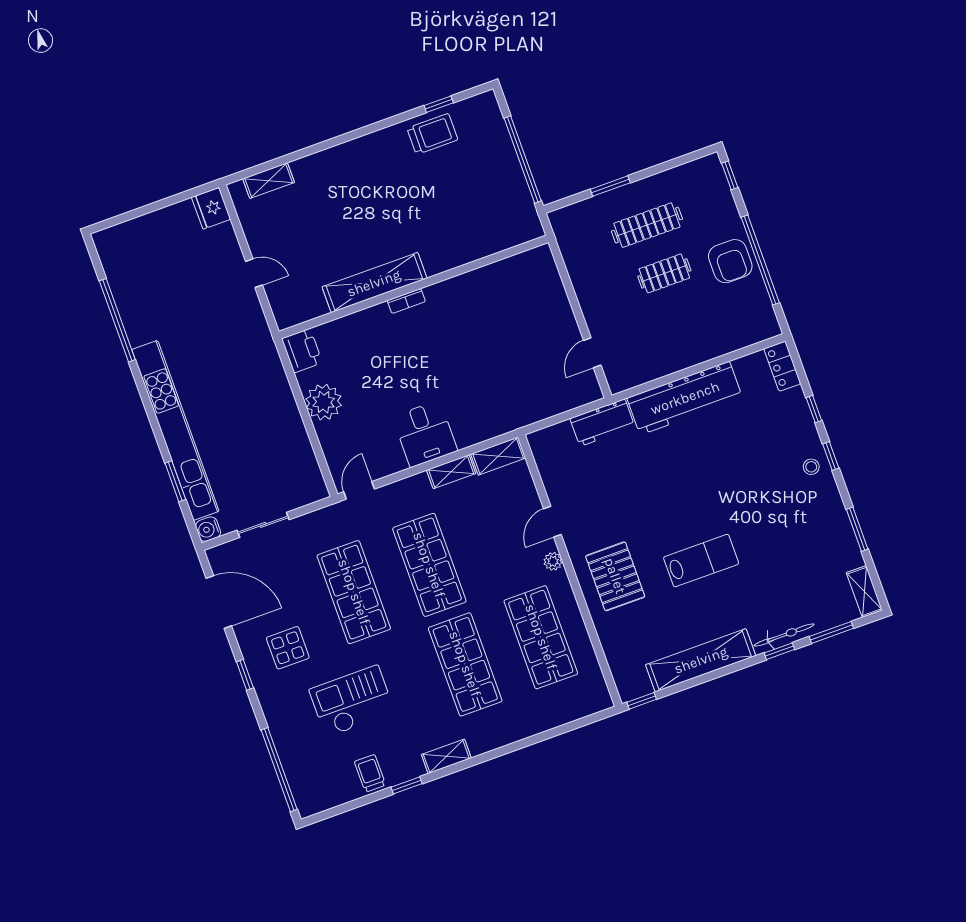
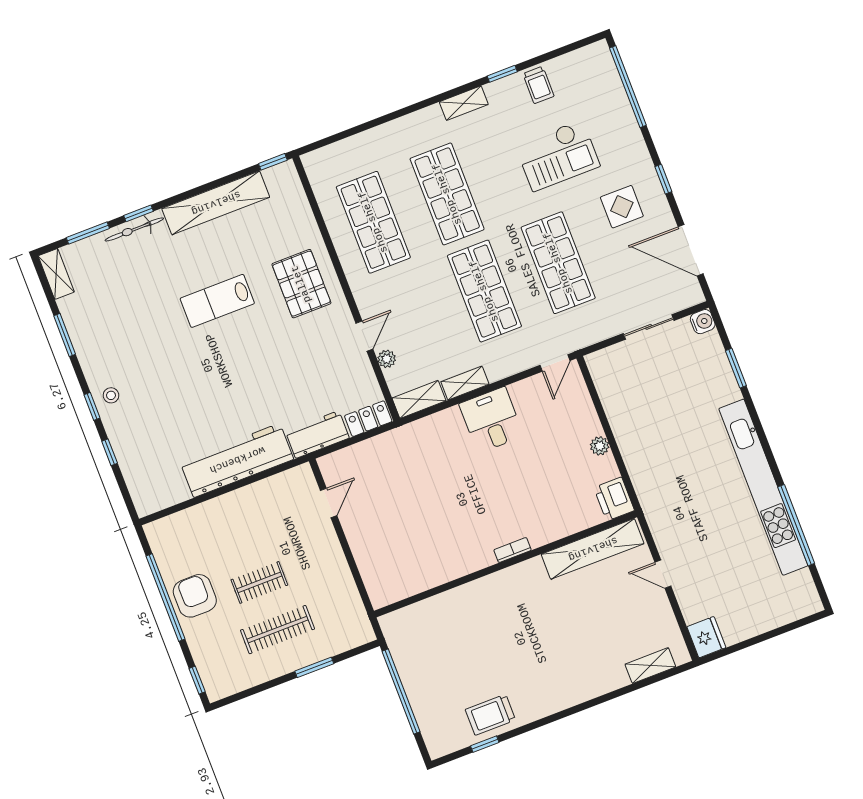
shelving: (374, 283) -> (593, 549), moved
locker: (782, 366) -> (368, 419), moved, turned -90
plant: (324, 402) -> (600, 446), width x0.53, depth x0.53
kitchen unit: (175, 430) -> (763, 487), moved
plant: (553, 561) -> (387, 359), moved

